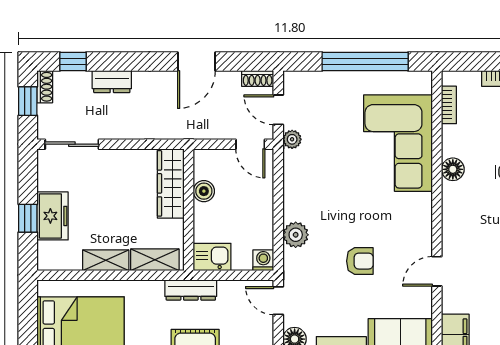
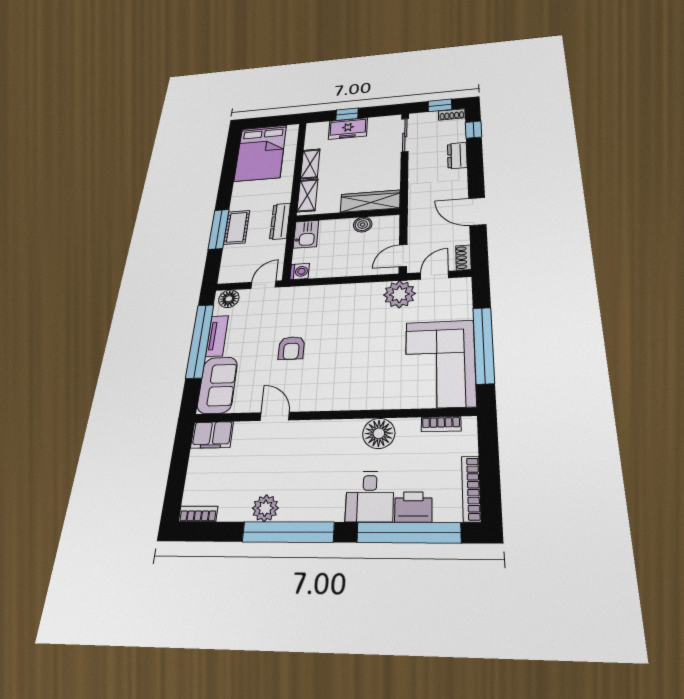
plant: (292, 139) -> (399, 294), width x1.87, depth x1.87
corner sofa: (398, 143) -> (440, 363), moved, turned -90
floor lamp: (453, 169) -> (379, 433), width x1.38, depth x1.38
plant: (296, 235) -> (320, 295), removed

